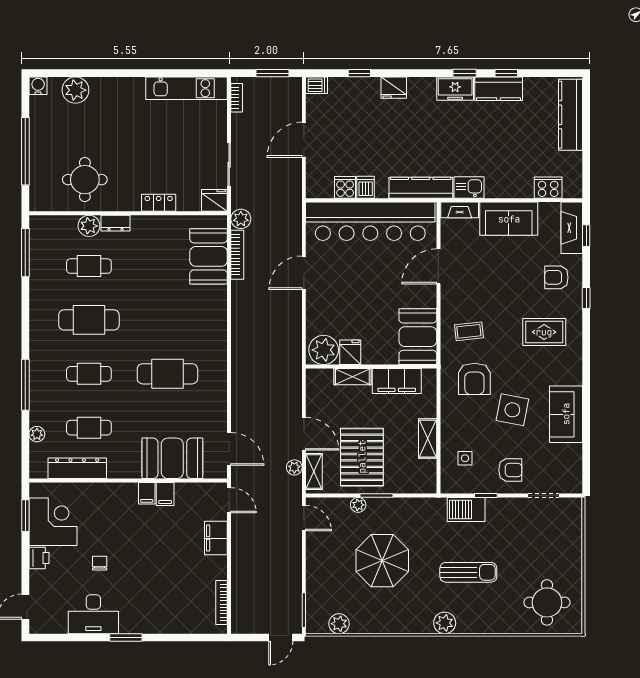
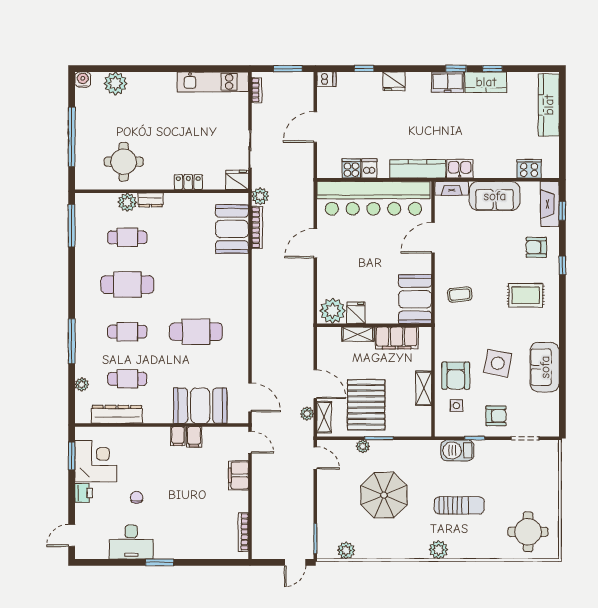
armchair: (474, 379) -> (456, 376), moved

